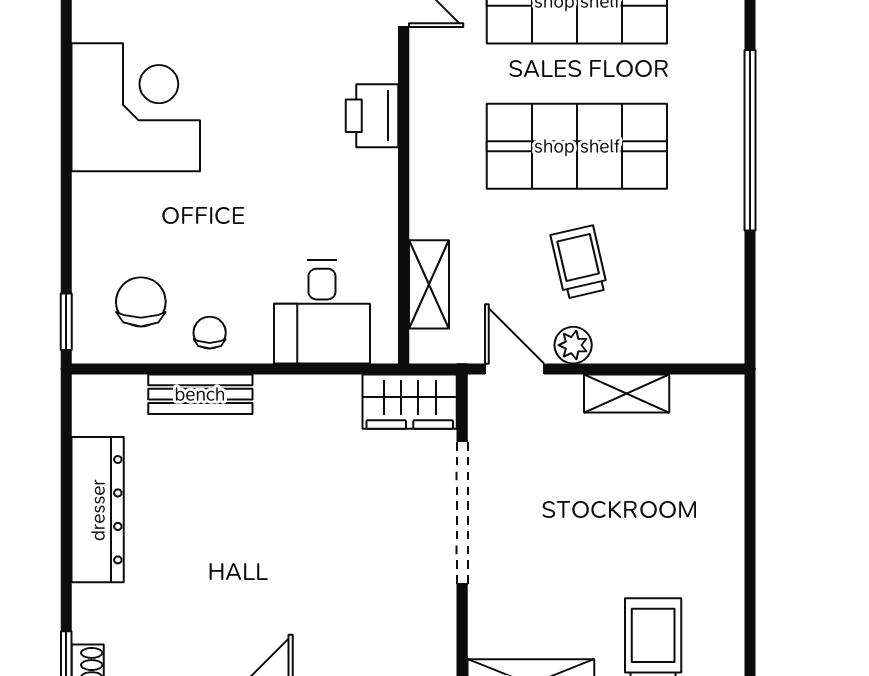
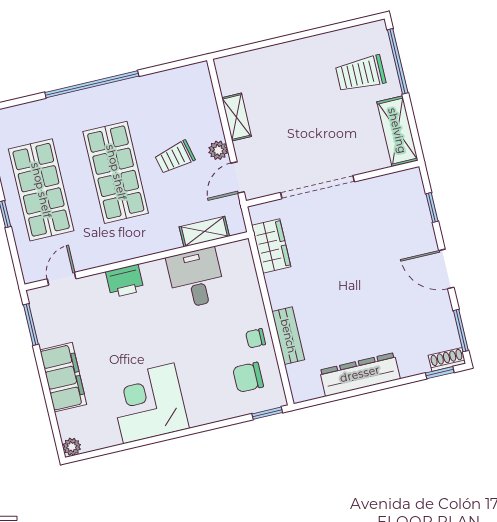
desk: (322, 312) -> (196, 278), moved, turned -90
wardrobe: (410, 402) -> (271, 246), moved

